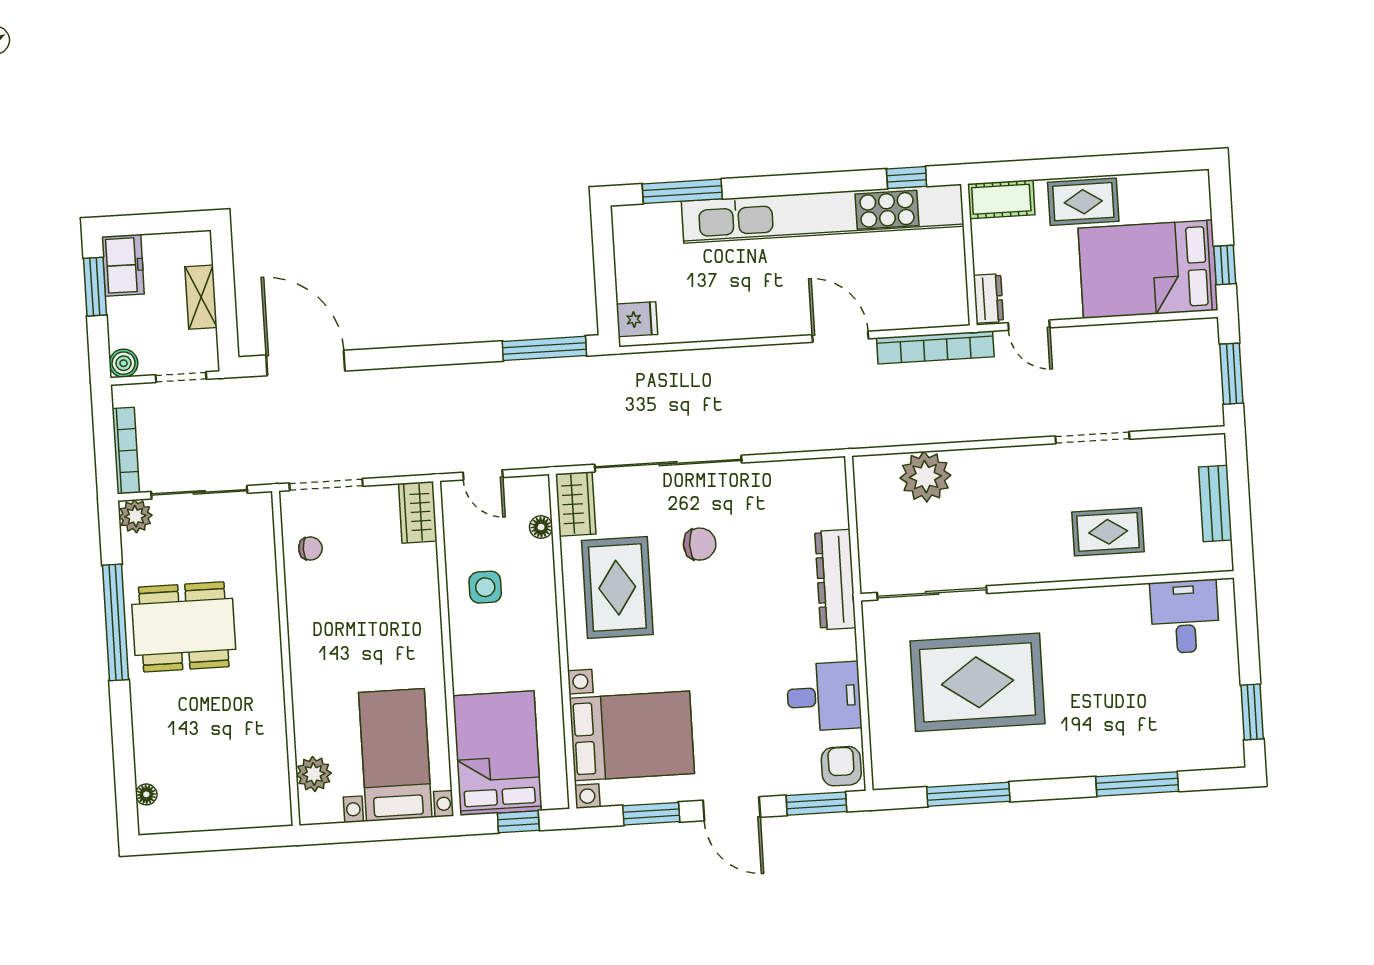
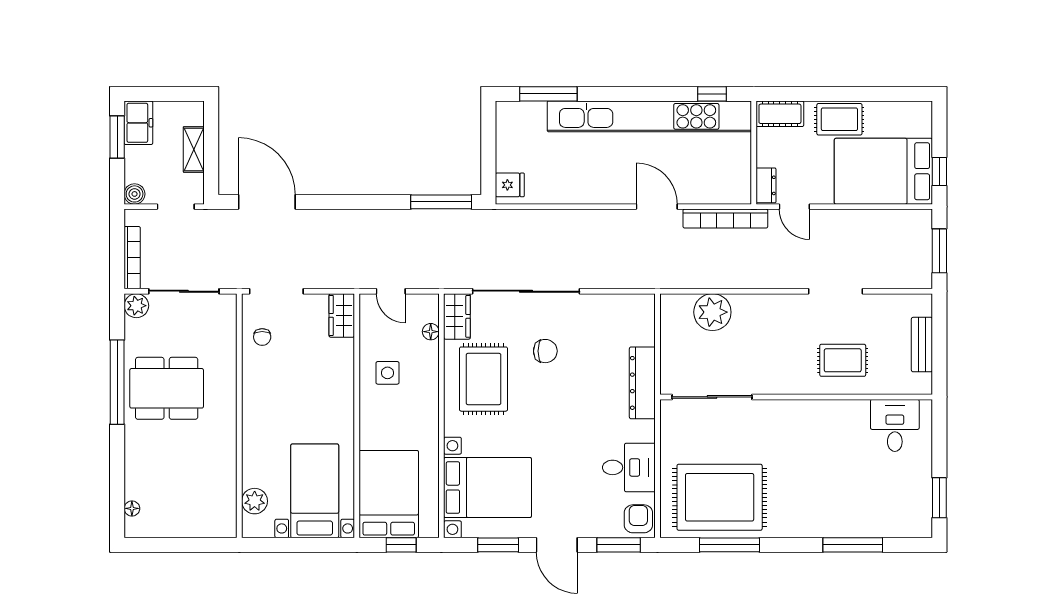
chair: (310, 549) -> (262, 337), turned 90
rug: (978, 682) -> (720, 497), moved

